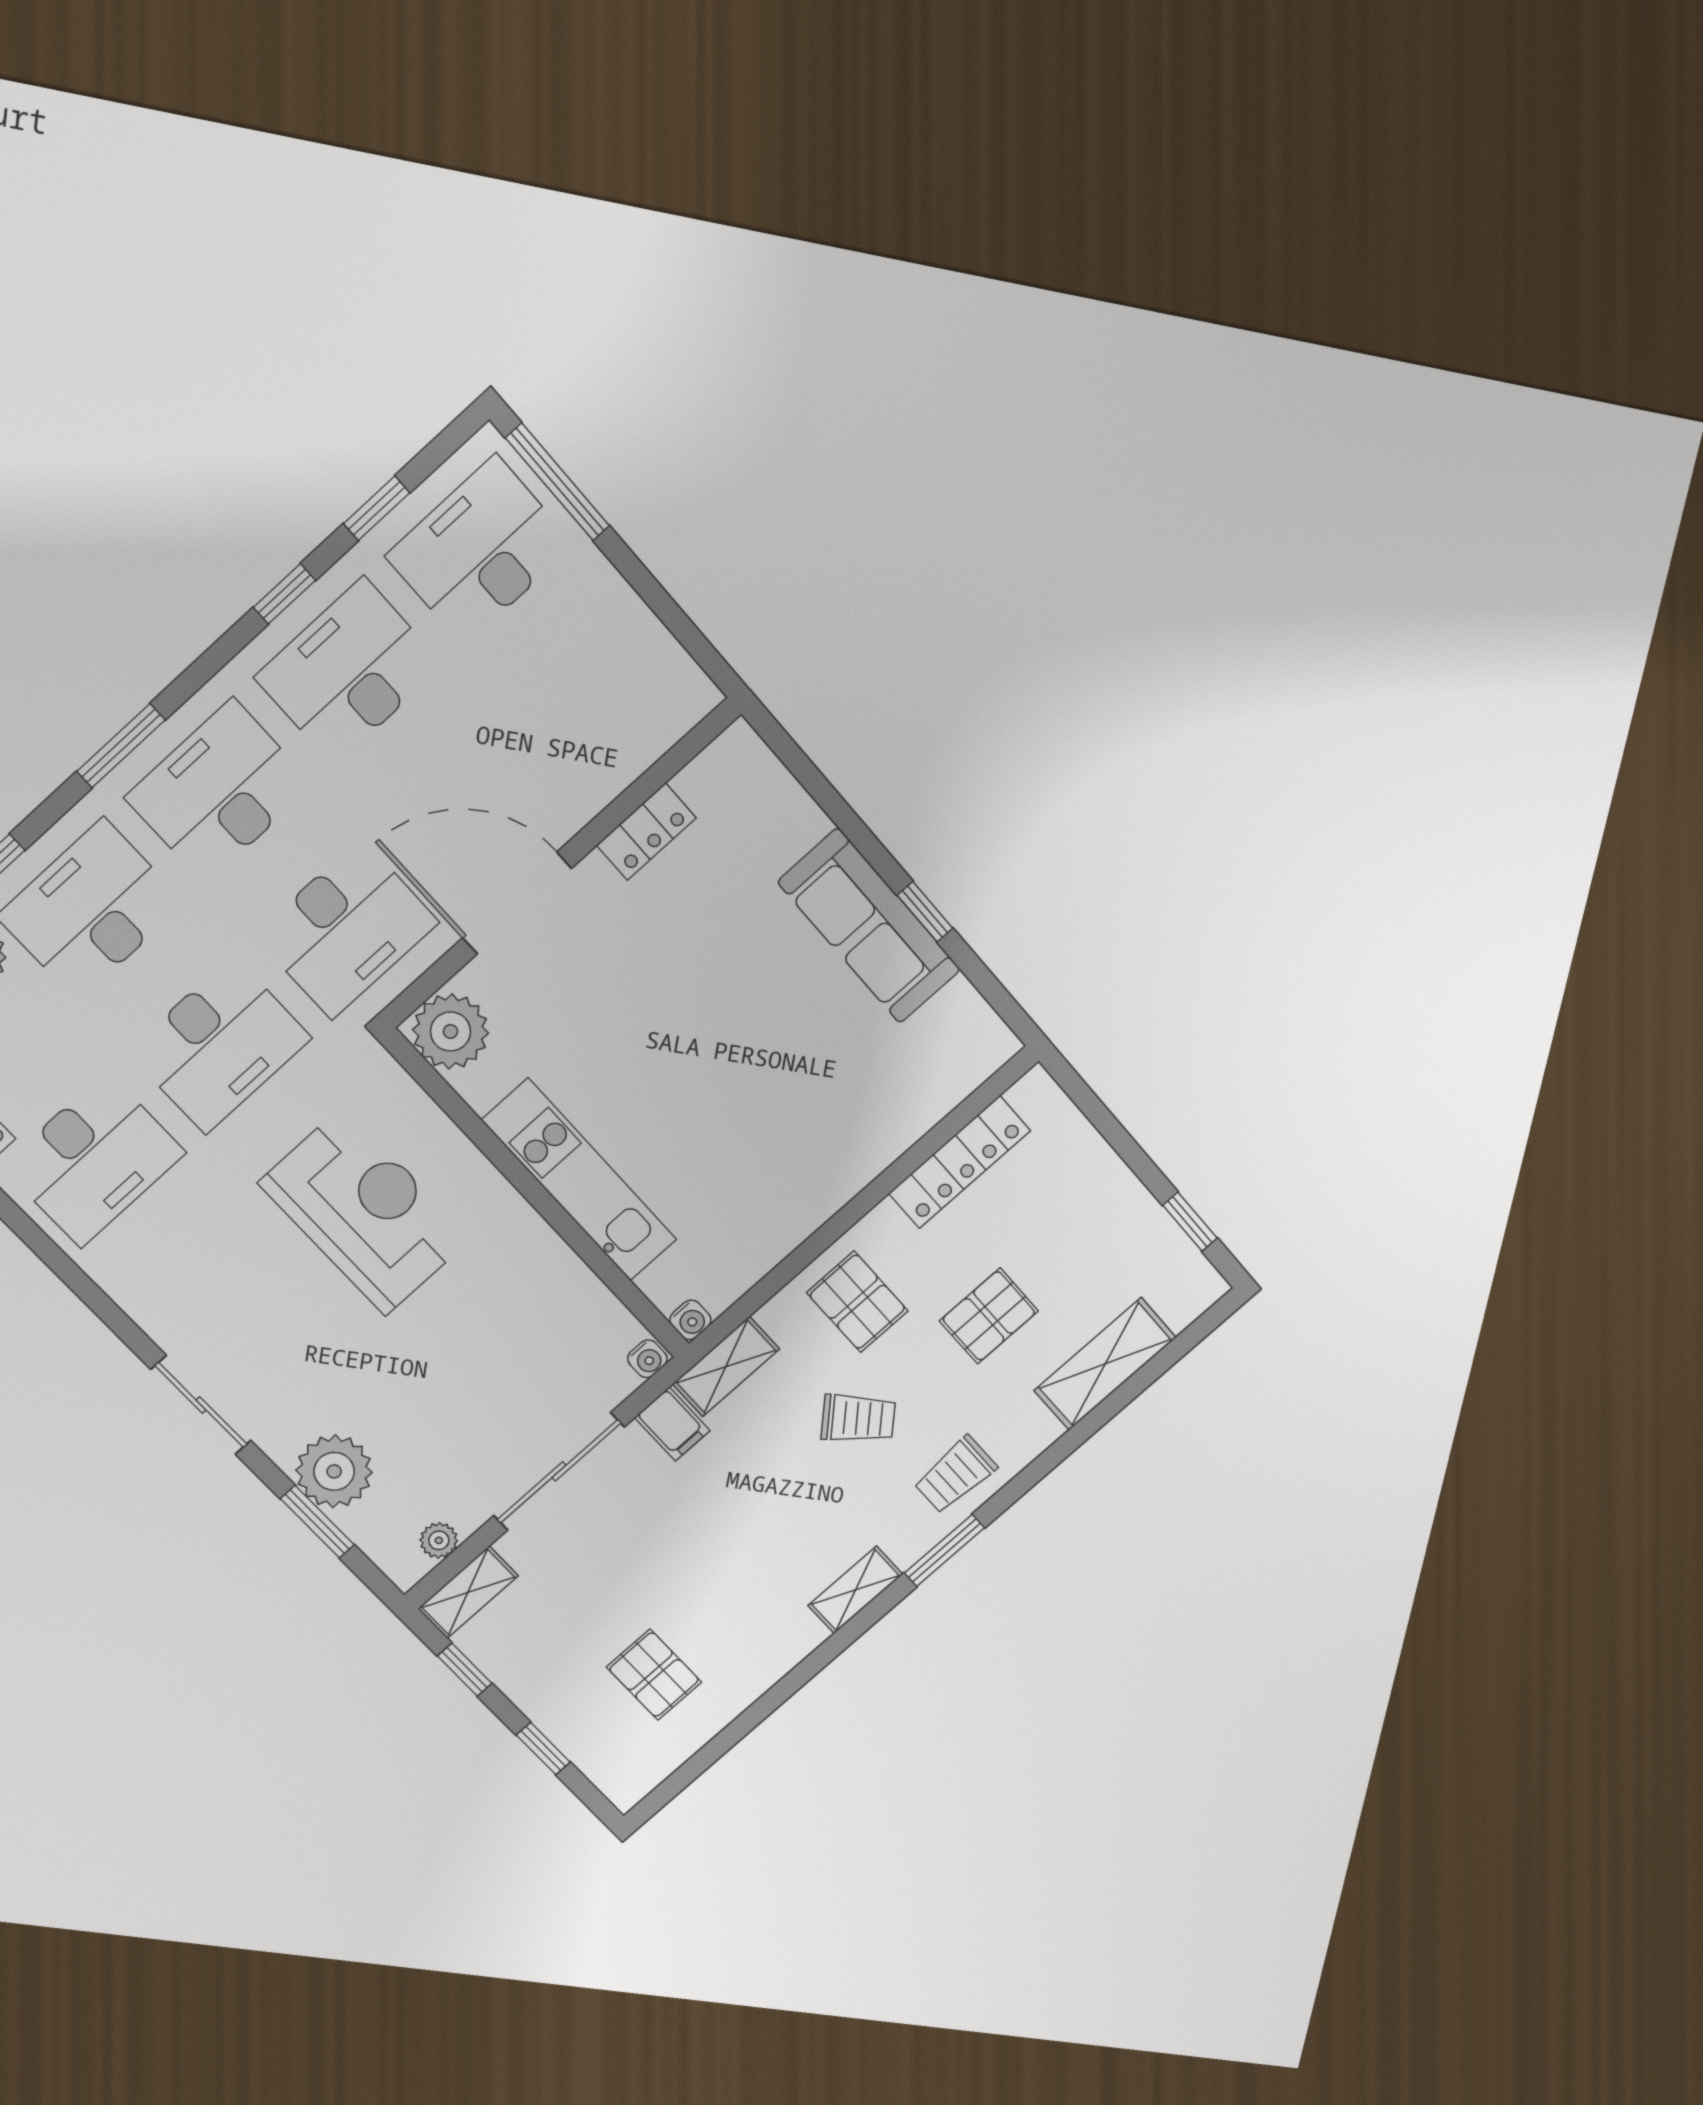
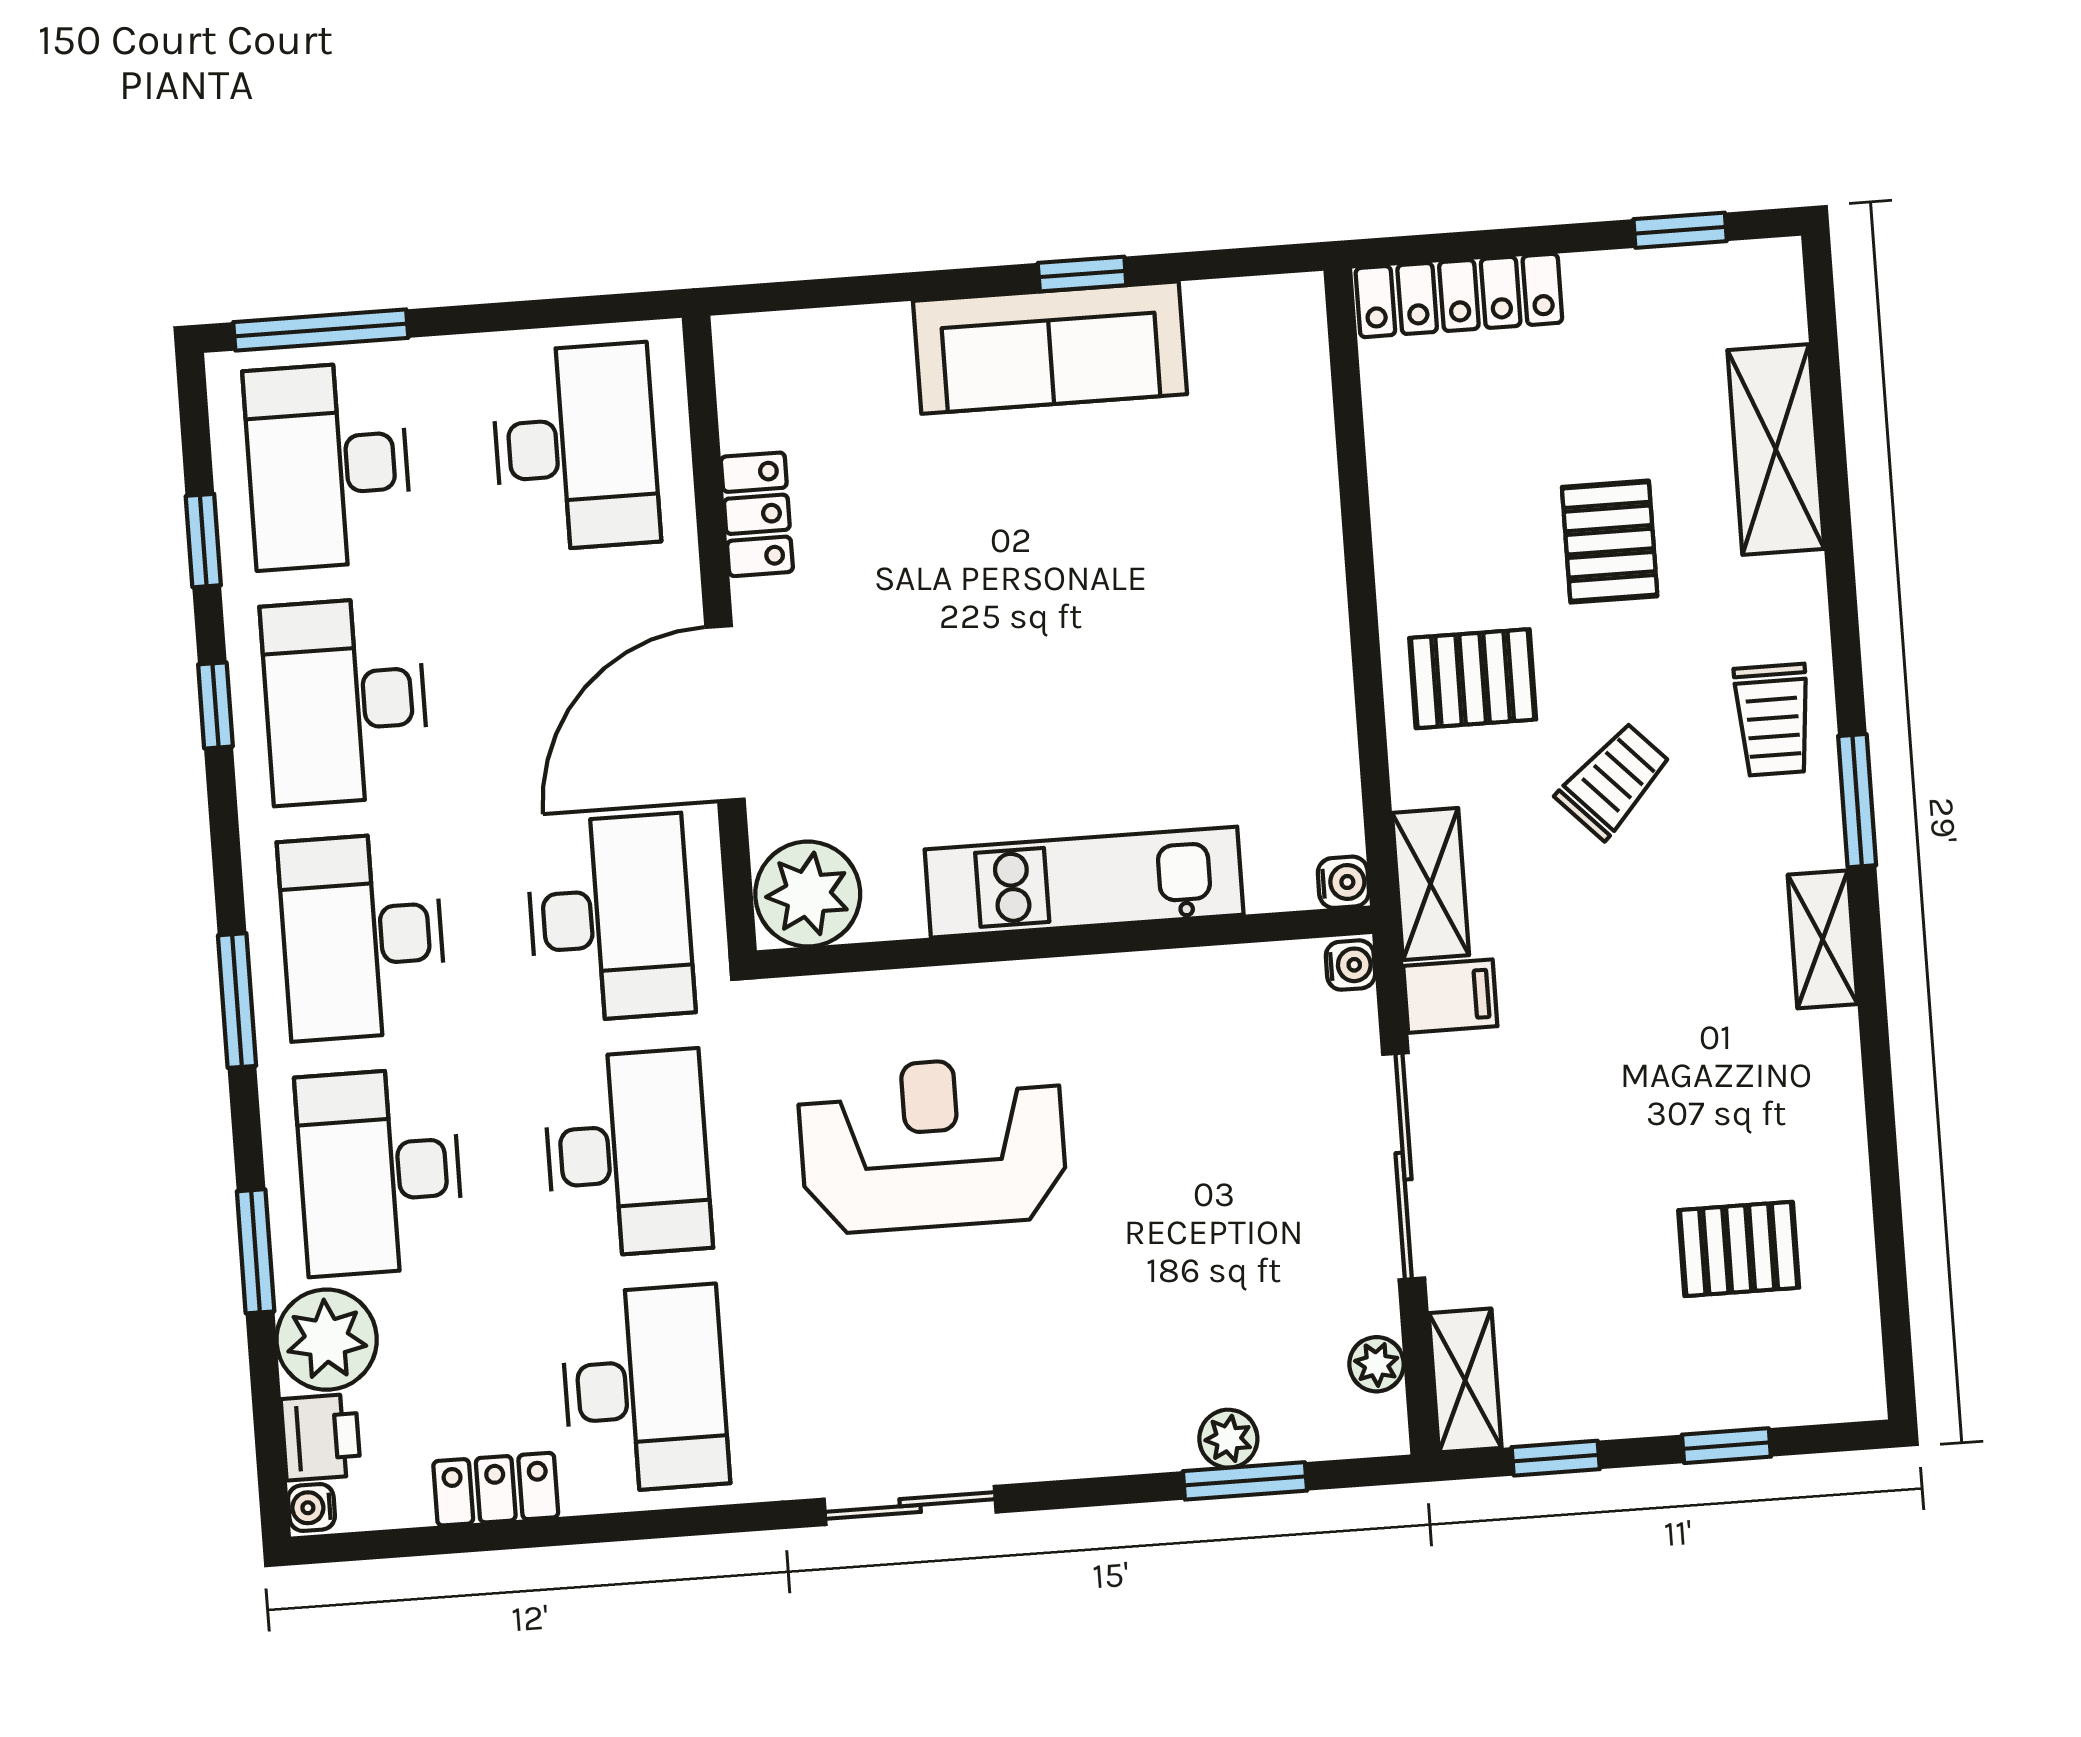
desk: (604, 693) -> (575, 447), added
locker: (959, 1162) -> (1459, 295), moved, turned 90
sliding door: (201, 1405) -> (910, 1506), moved
plant: (334, 1471) -> (1228, 1439), width x0.53, depth x0.53

